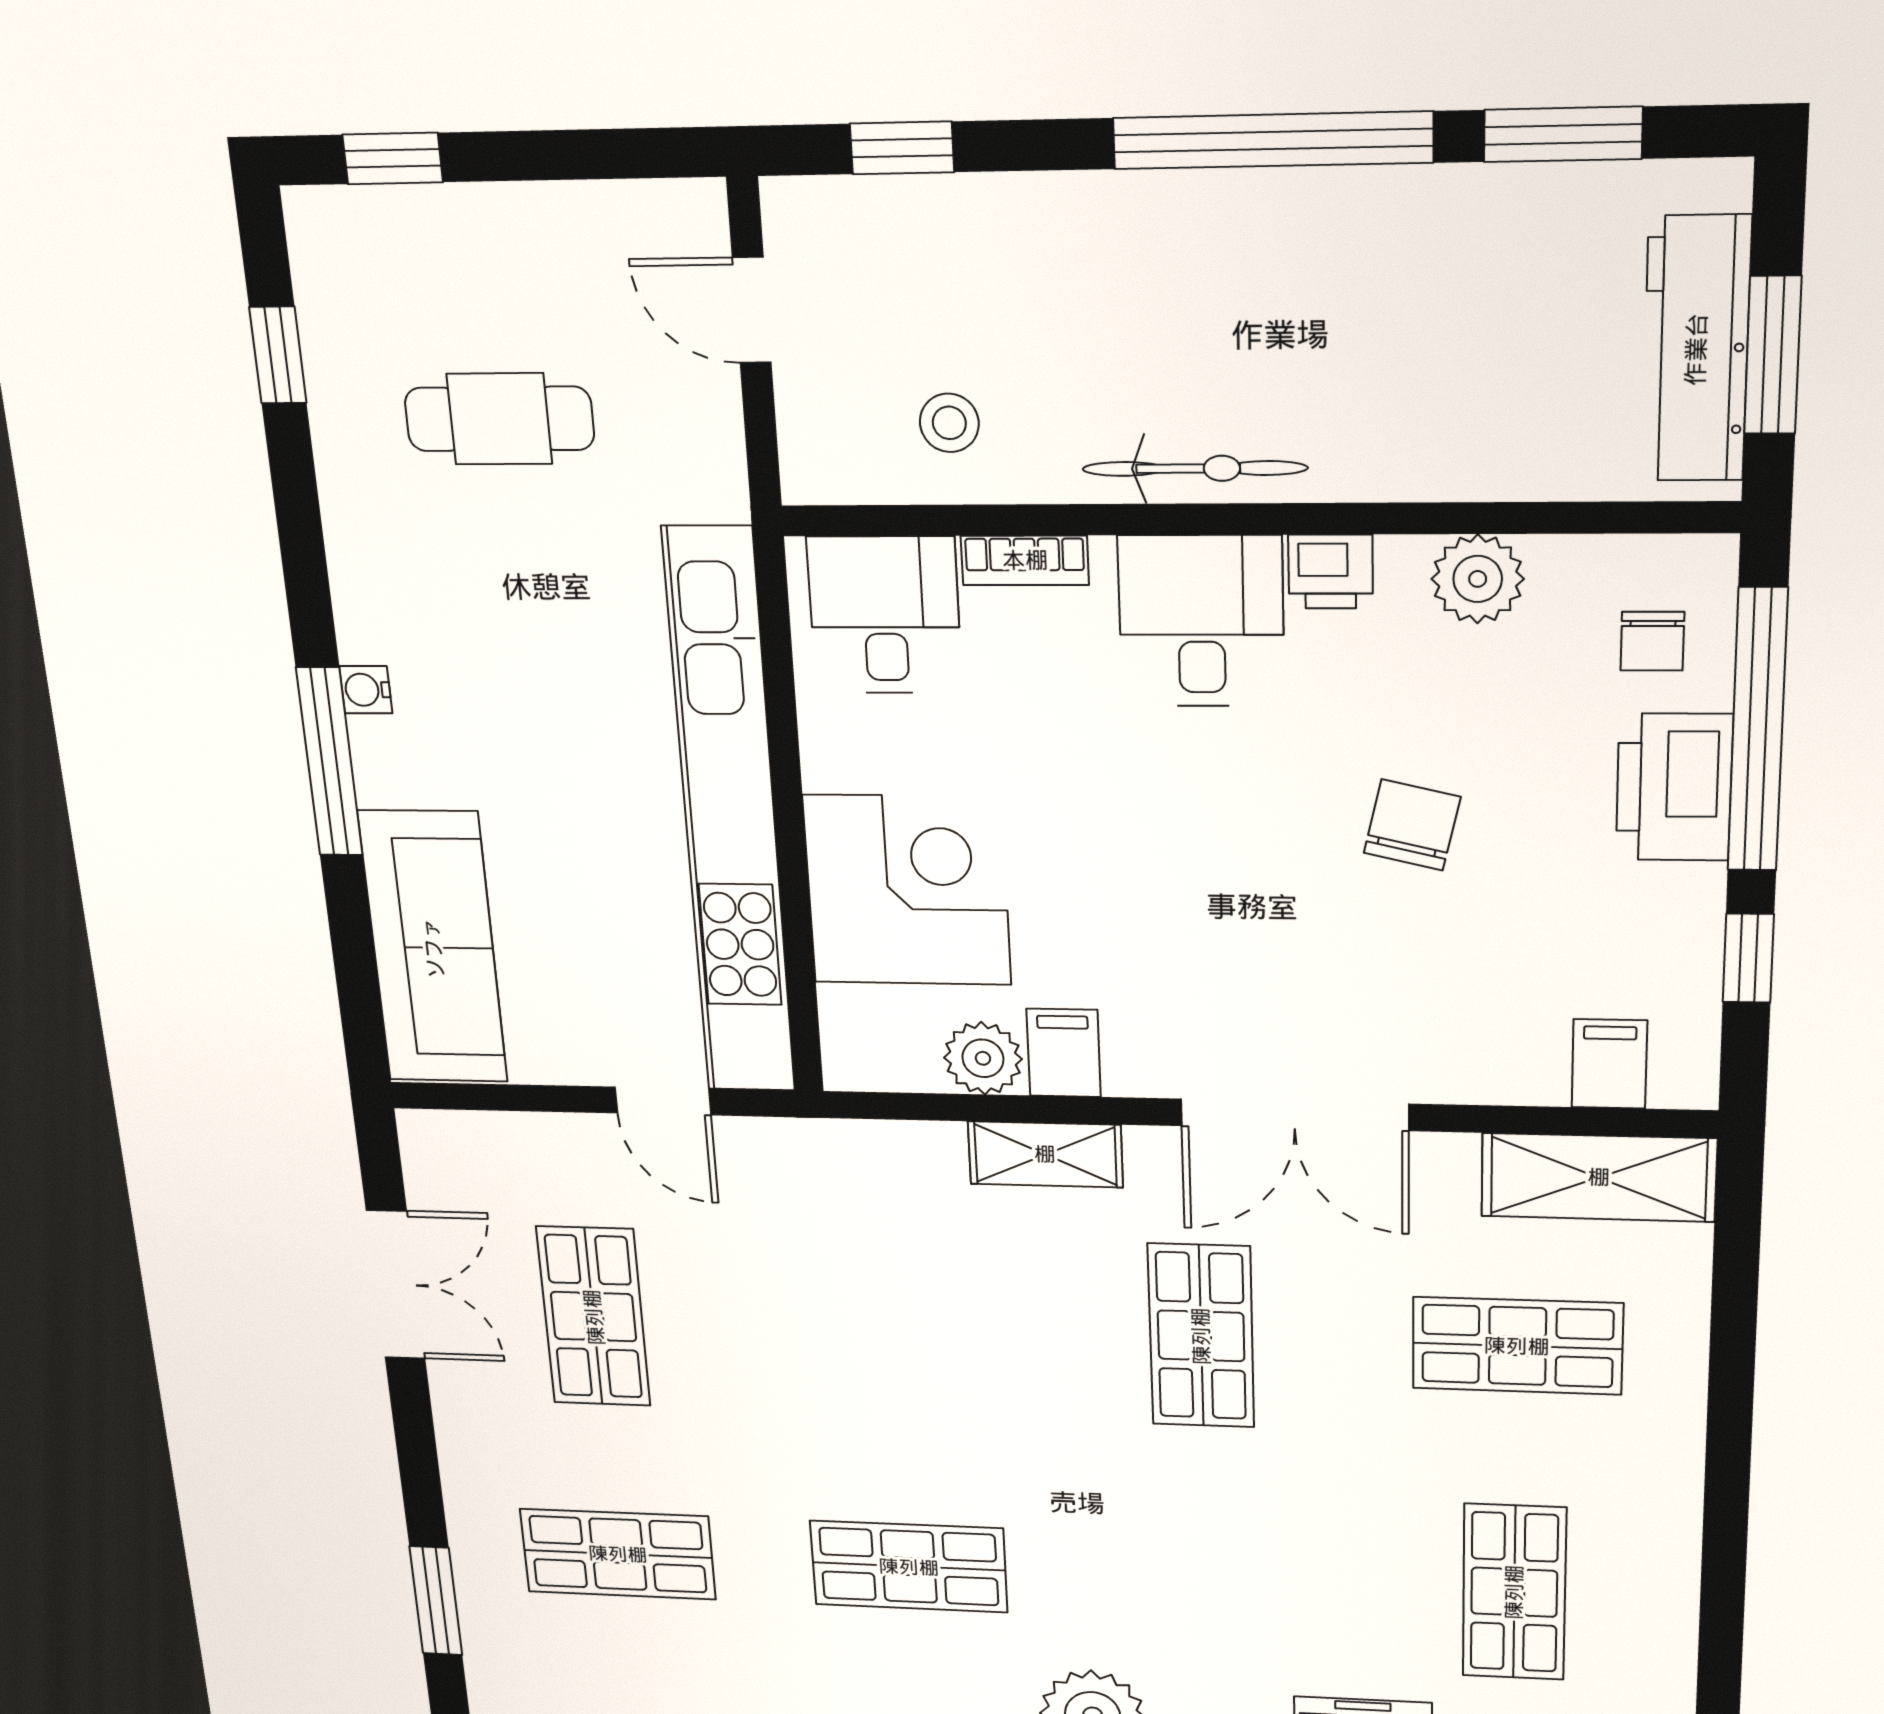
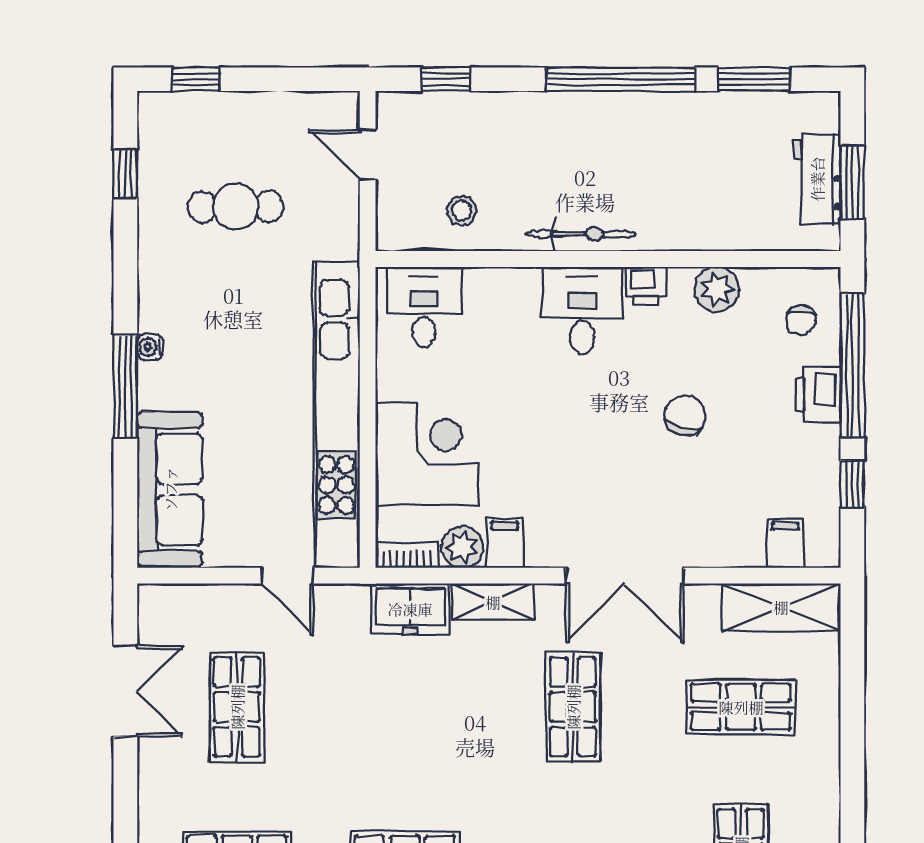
workbench: (1696, 349) -> (817, 179), width x0.73
bookcase: (1025, 560) -> (407, 555), moved, turned 180
printer: (1674, 787) -> (818, 395), width x0.73, depth x0.84
freezer: (893, 1163) -> (410, 609), added

